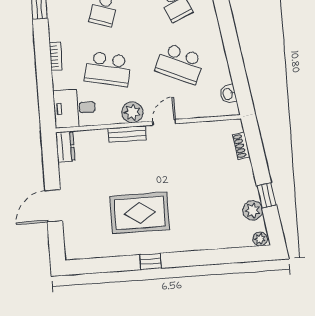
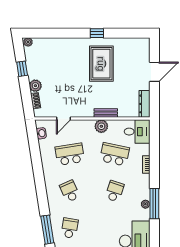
school desk: (180, 64) -> (70, 154), turned -33
door: (164, 122) -> (64, 119), moved
dresser: (65, 147) -> (144, 104), width x1.44
plant: (253, 210) -> (35, 86), moved
rug: (140, 213) -> (101, 64), turned 90

